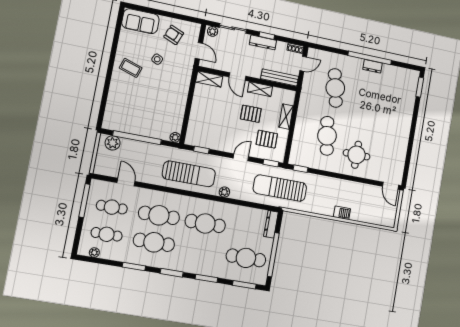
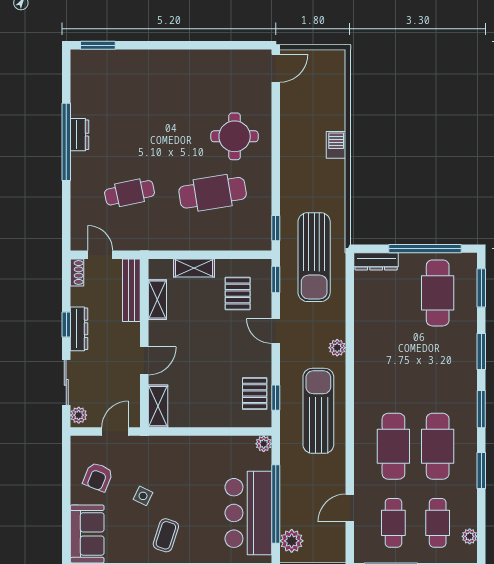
cafe table: (335, 88) -> (130, 193), width x0.73, depth x0.74
shelving: (260, 89) -> (157, 300), moved
pallet: (251, 114) -> (255, 394), moved
bar counter: (135, 120) -> (248, 513), added
cafe table: (205, 223) -> (393, 370), removed

